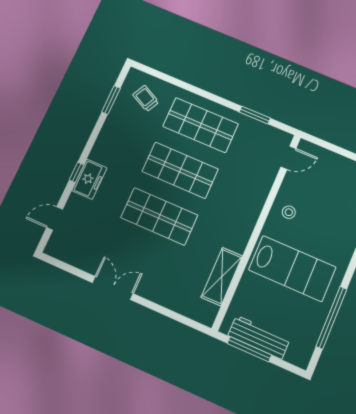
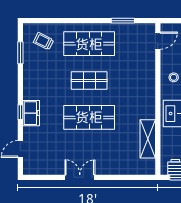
shop shelf: (180, 170) -> (89, 81), width x0.70, depth x0.74

